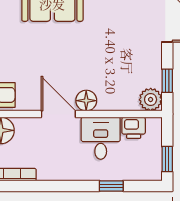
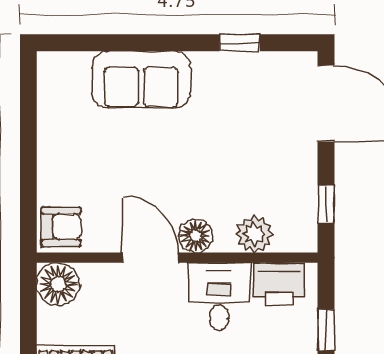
plant: (151, 100) -> (254, 234), moved
printer: (134, 128) -> (279, 284), width x1.36, depth x1.24

